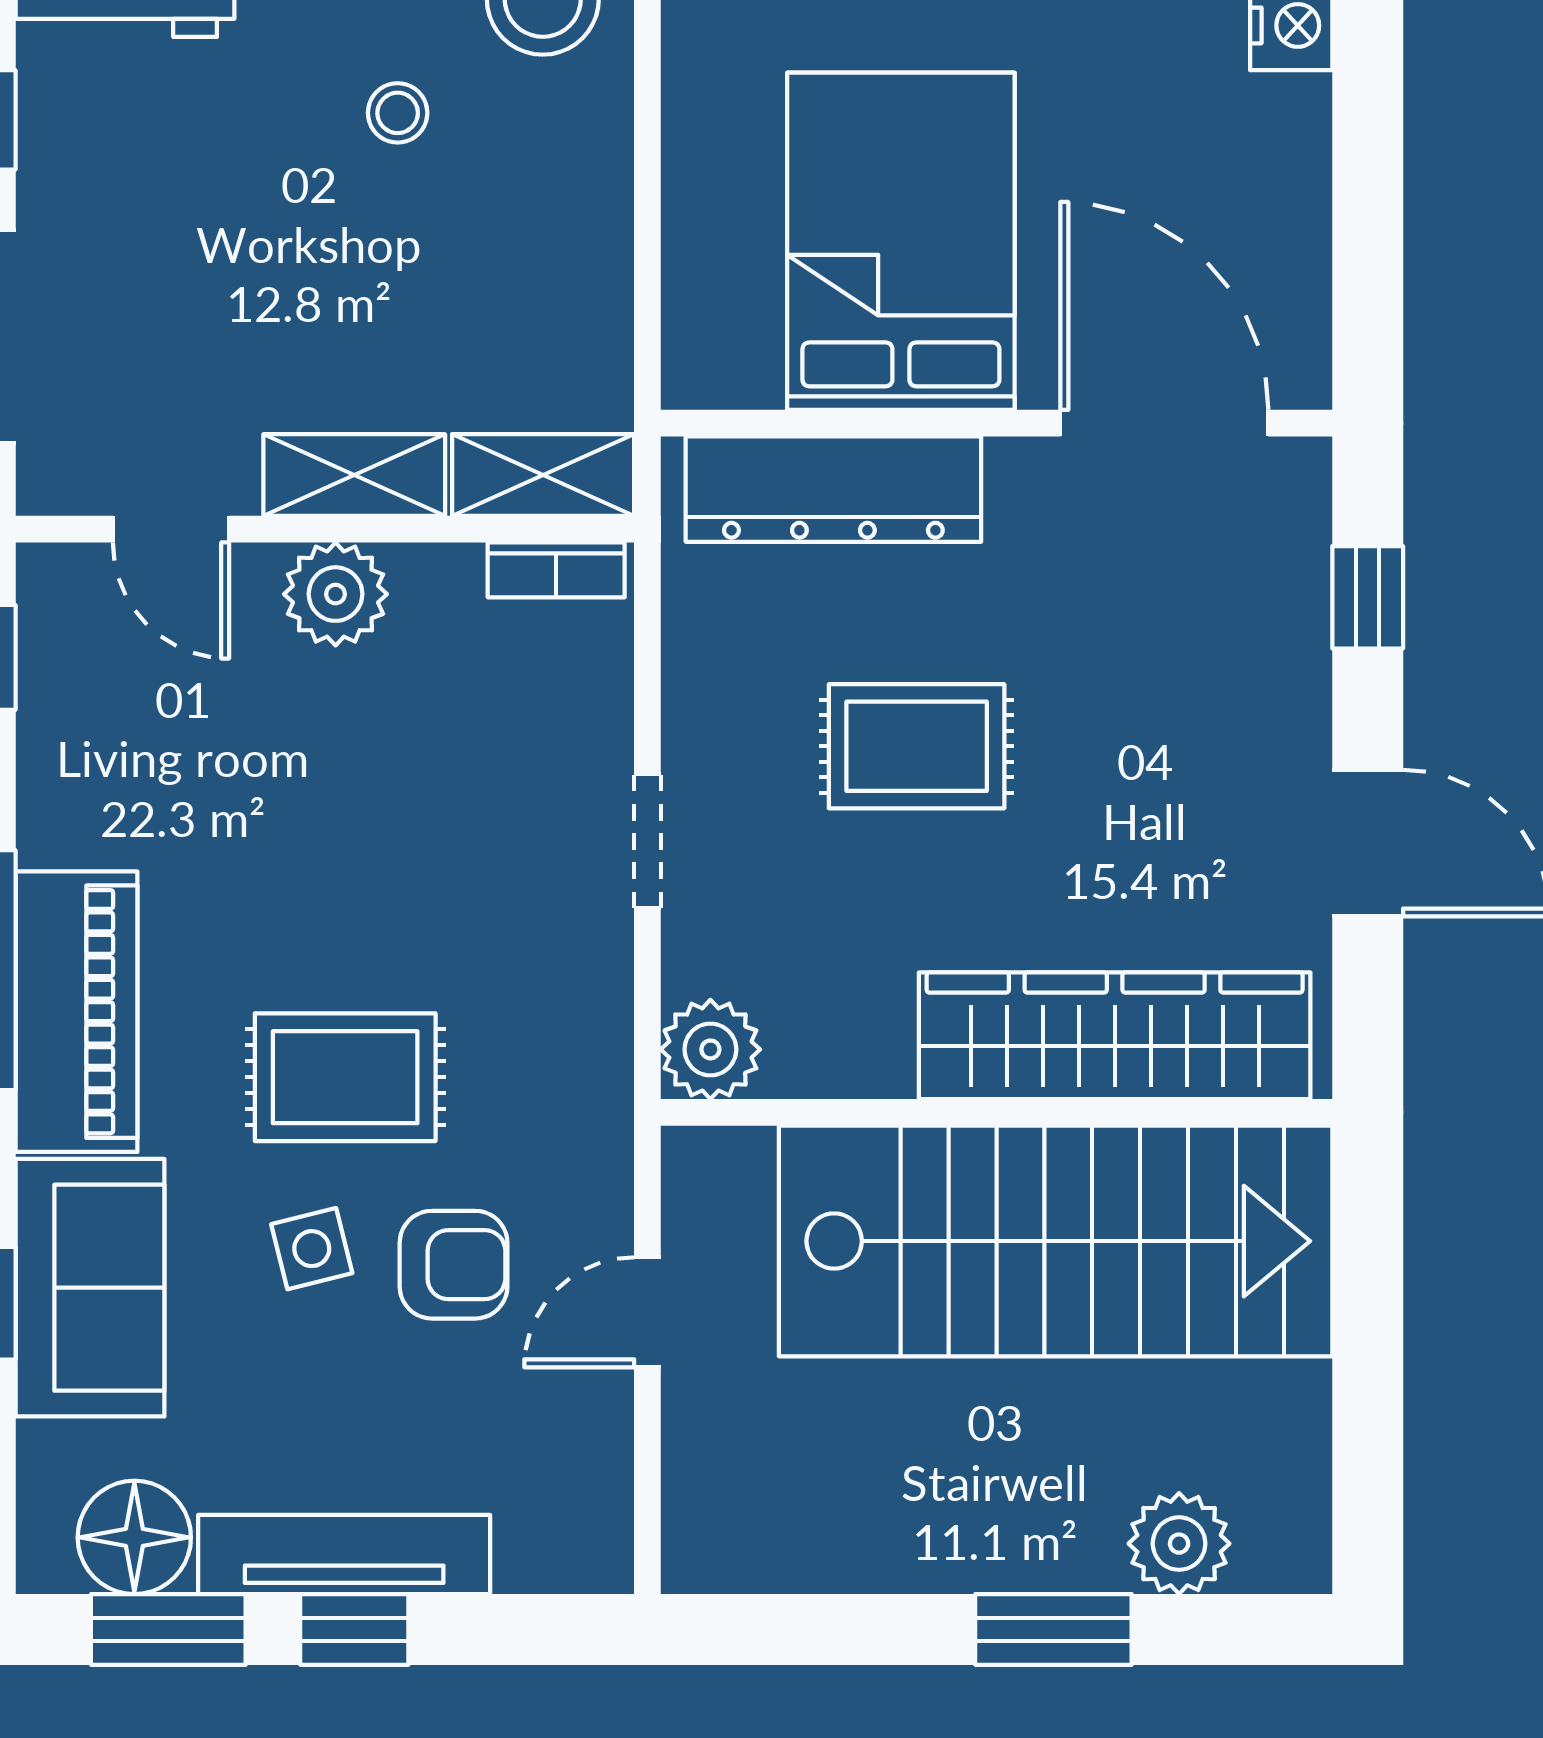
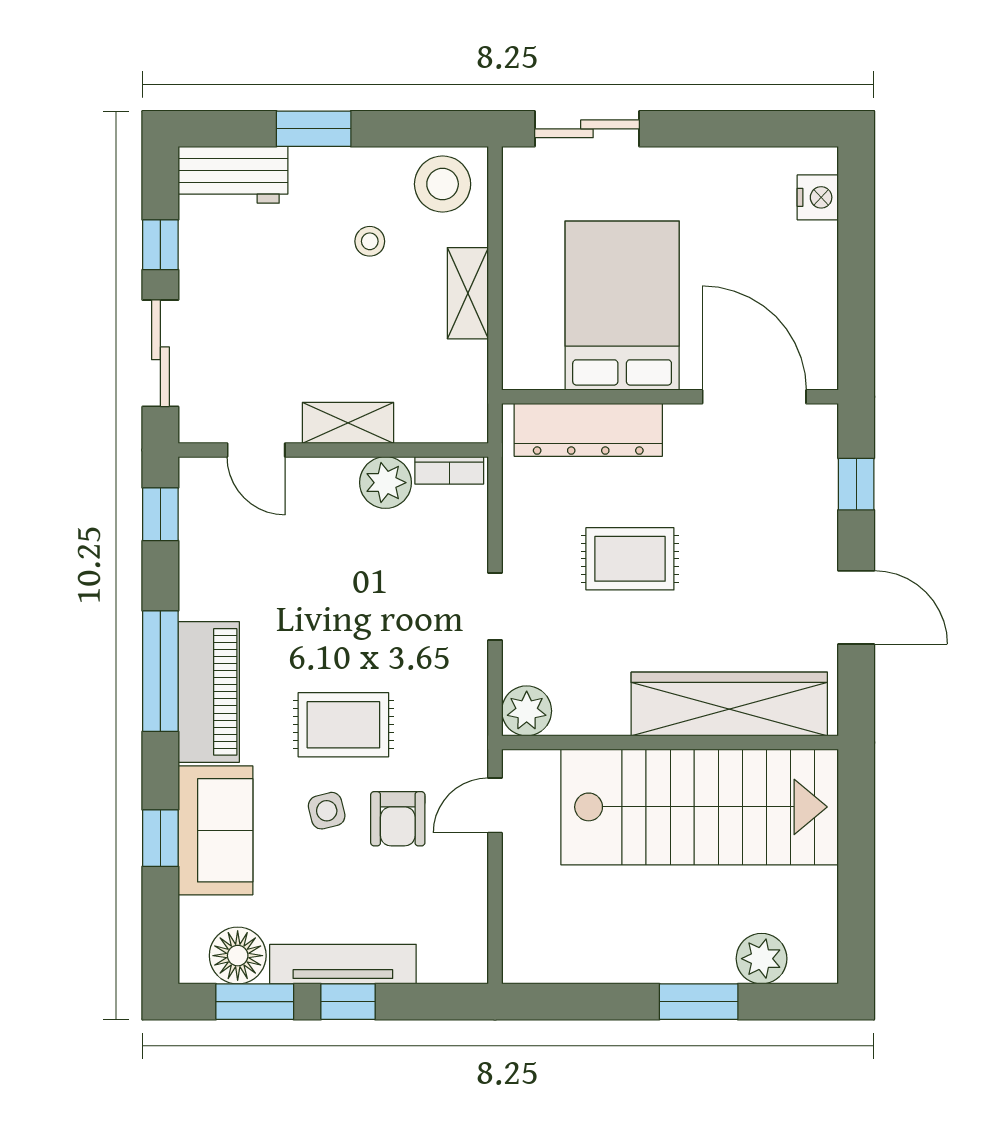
shelving: (543, 475) -> (468, 293), moved, turned 90
plant: (336, 594) -> (386, 483), moved
armchair: (454, 1265) -> (398, 819), turned 90
door: (647, 1312) -> (495, 805), moved

